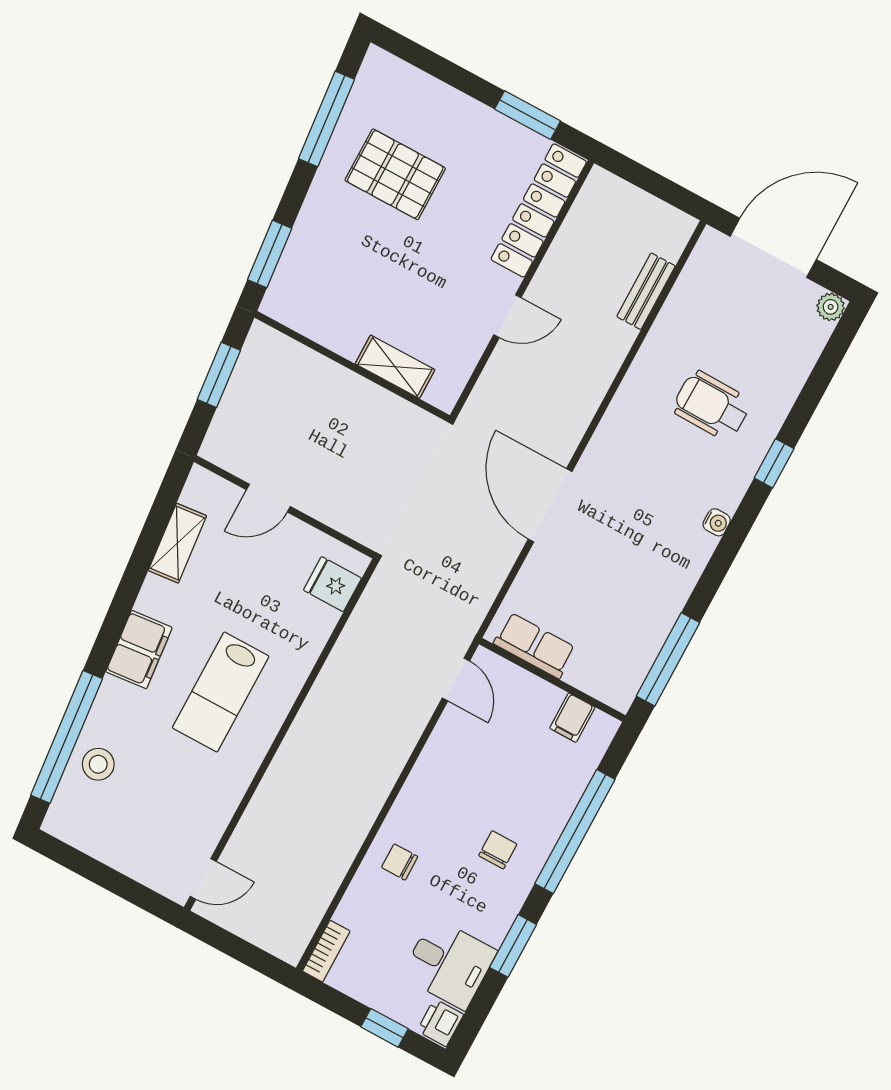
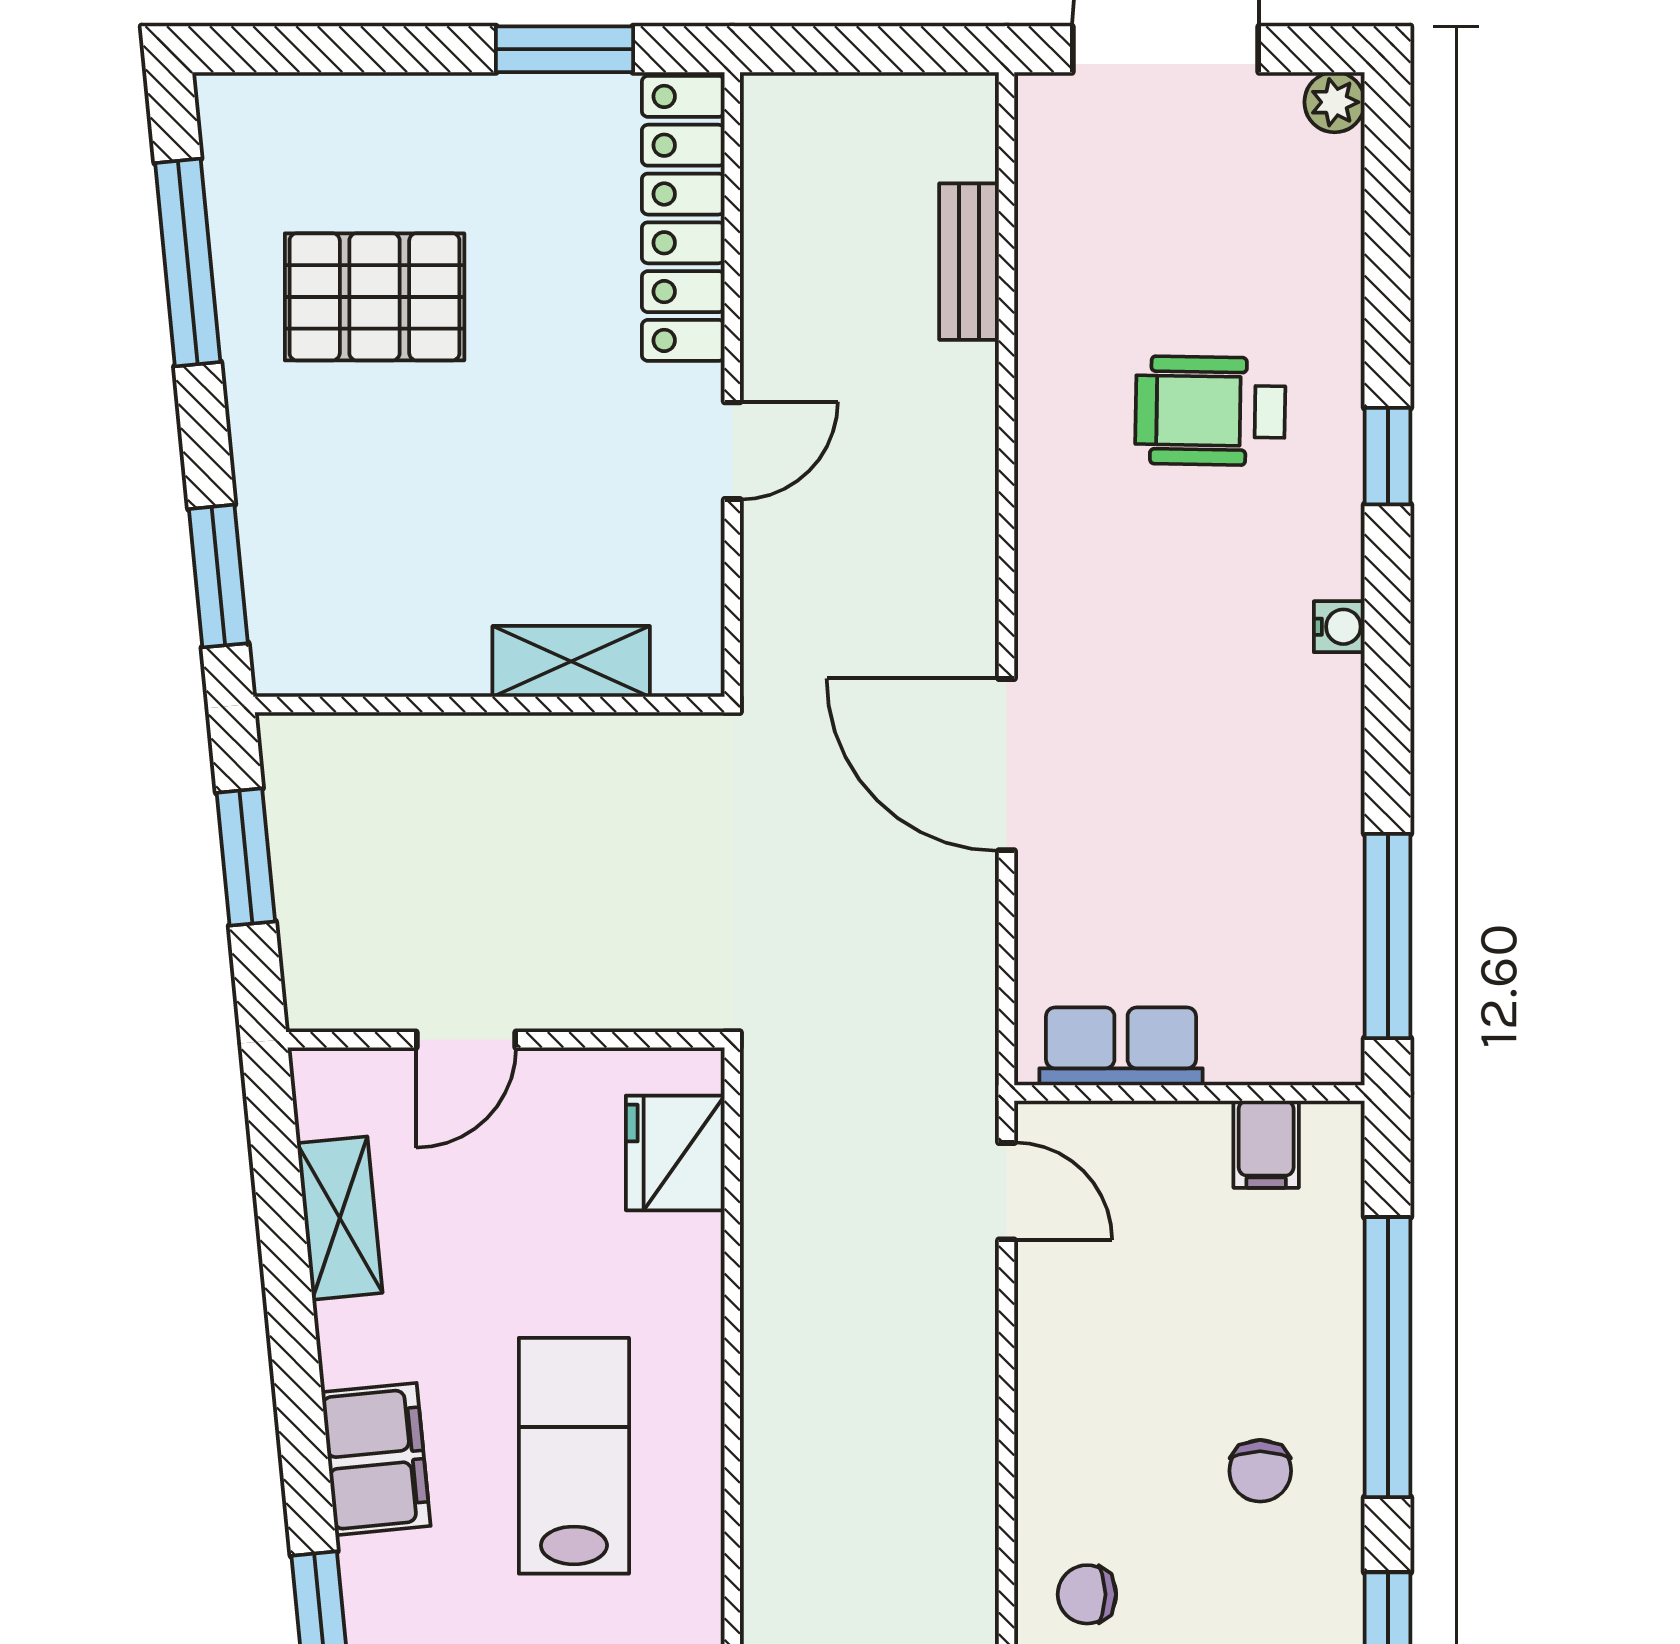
fridge: (332, 584) -> (675, 1153), width x1.38
lab bench: (221, 692) -> (574, 1456), turned 180
chair: (498, 850) -> (1260, 1471), turned 180

